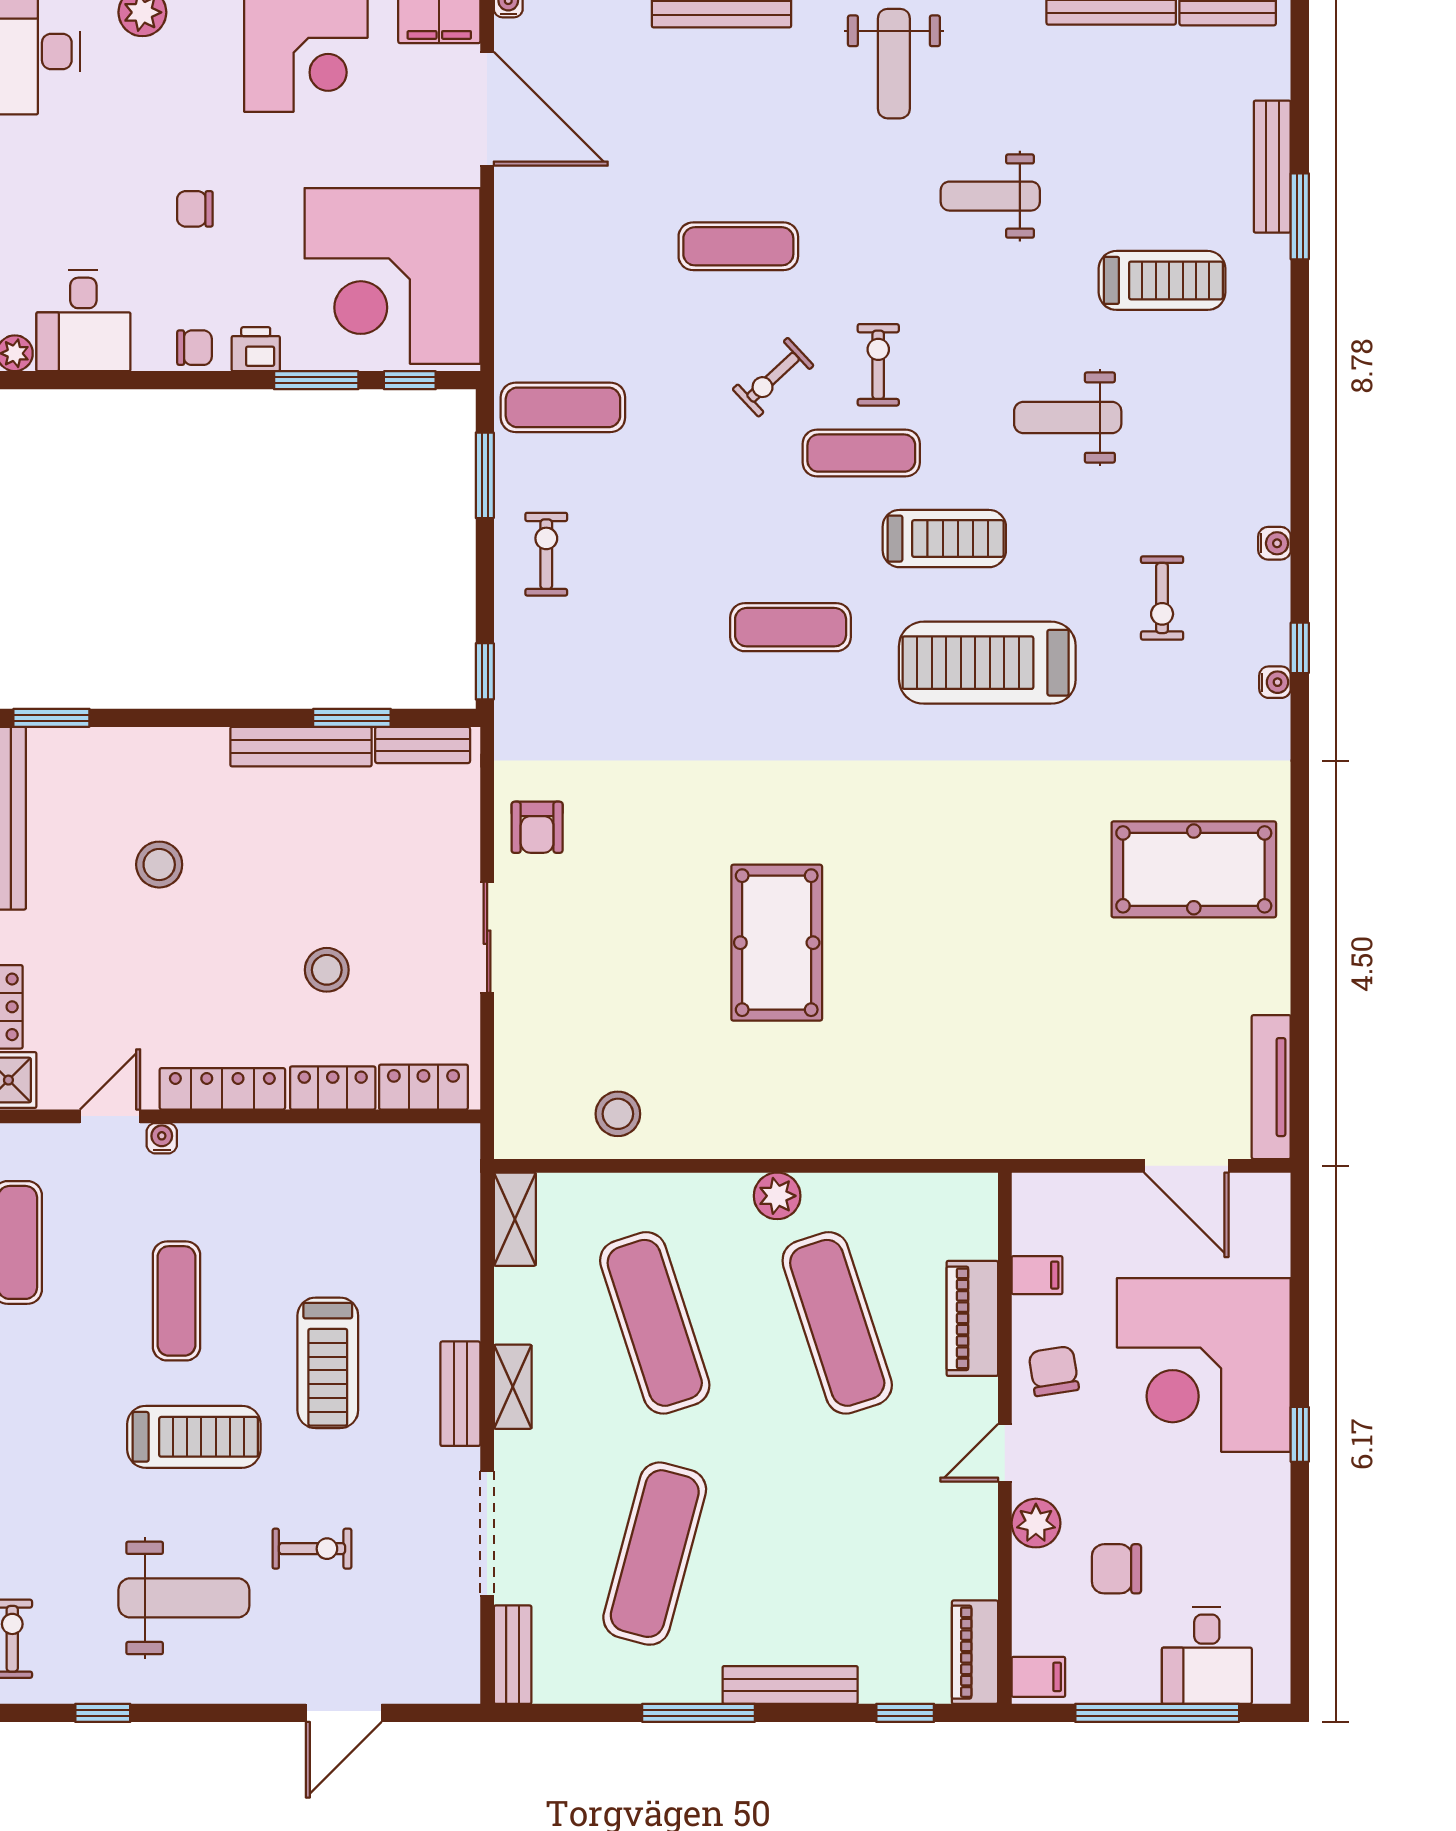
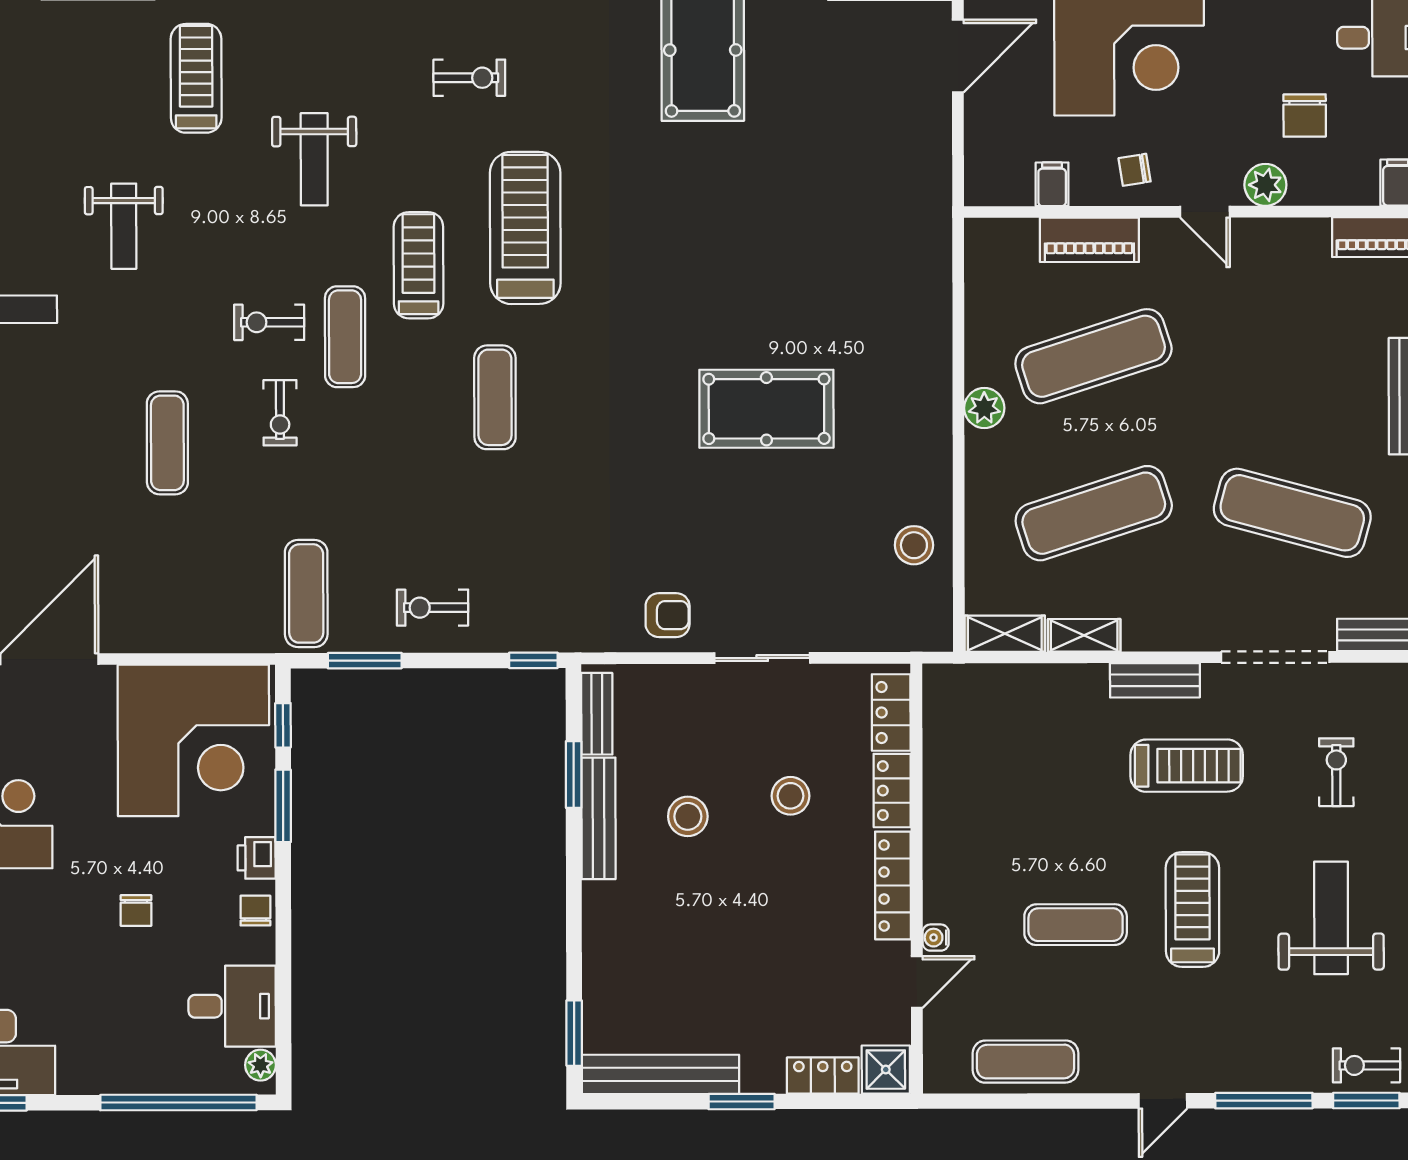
exercise bike: (773, 377) -> (280, 413), turned 43
treadmill: (987, 663) -> (525, 228), turned 180
stool: (159, 865) -> (688, 816), moved
door: (110, 1116) -> (917, 982), swing flipped
treadmill: (328, 1363) -> (1187, 766), moved
chair: (1054, 1371) -> (1135, 170), width x0.73, depth x0.73
shelving: (513, 1387) -> (1084, 635), moved
exercise bike: (312, 1549) -> (1336, 772), moved

